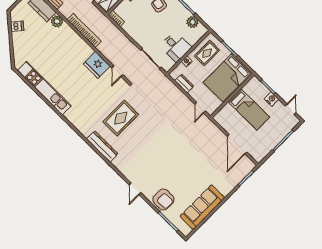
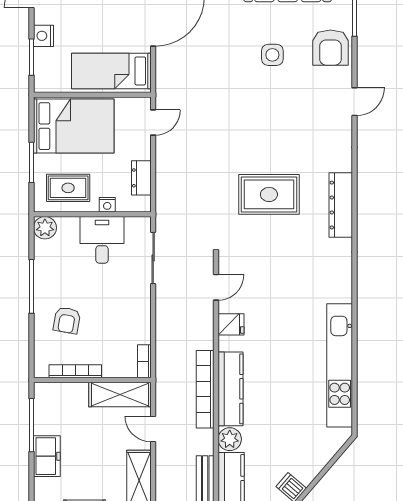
plant: (192, 22) -> (45, 228), moved
kitchen counter: (75, 40) -> (230, 389), added
fridge: (97, 65) -> (231, 324), width x0.53, depth x0.75
bed: (249, 109) -> (111, 71), moved, turned -90
rug: (121, 118) -> (269, 194), moved
side table: (182, 176) -> (272, 55), added
armchair: (163, 199) -> (330, 48), turned 180

